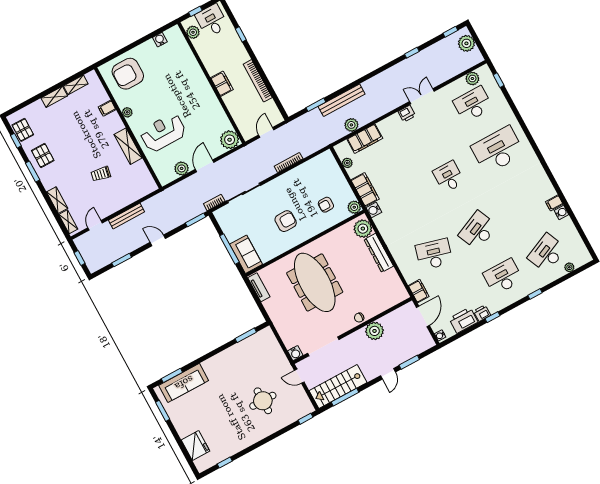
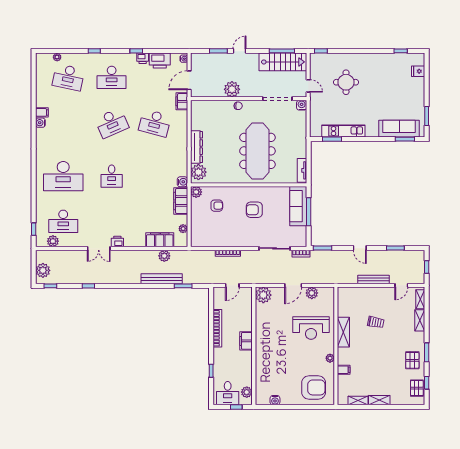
water cooler: (561, 212) -> (40, 123), moved
desk: (547, 253) -> (68, 77), turned 36
sofa: (246, 254) -> (298, 206), width x1.36
kitchen unit: (239, 350) -> (343, 131), added
fridge: (195, 446) -> (418, 71), width x0.53, depth x0.75

